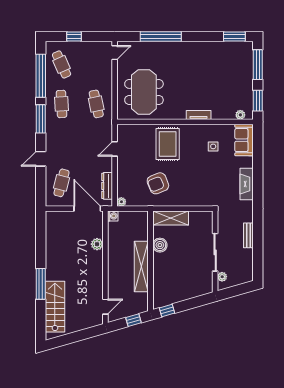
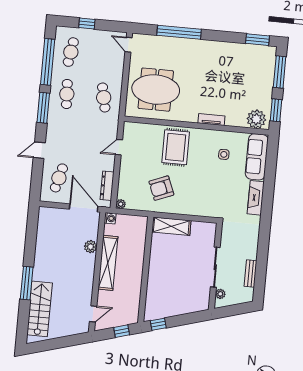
door: (115, 53) -> (129, 45), swing flipped
cafe table: (62, 64) -> (71, 52), turned 33
meeting table: (144, 92) -> (156, 90), turned 90
plant: (240, 115) -> (256, 119), width x1.88, depth x1.88
sofa: (244, 140) -> (257, 157), width x1.36
bench: (248, 235) -> (250, 273), moved
boiler: (160, 245) -> (157, 254), removed
shelving: (141, 266) -> (108, 263), moved

